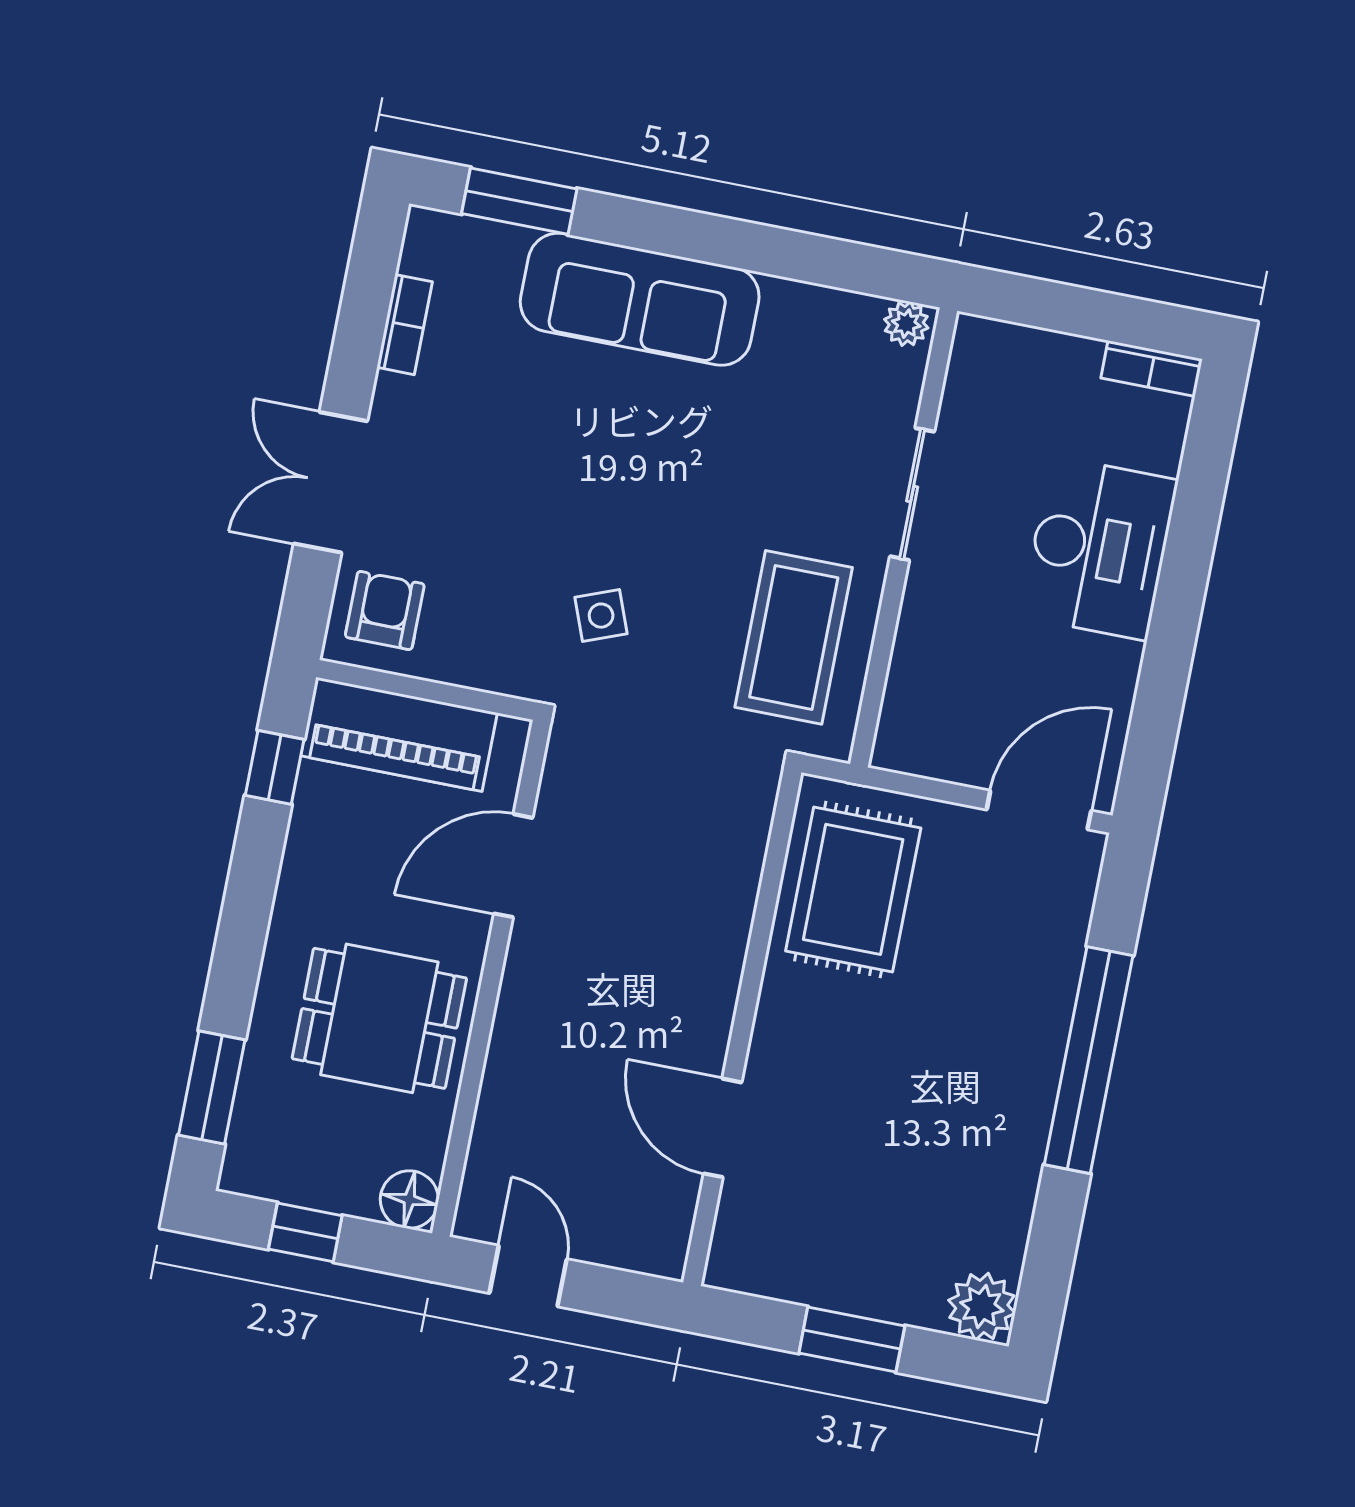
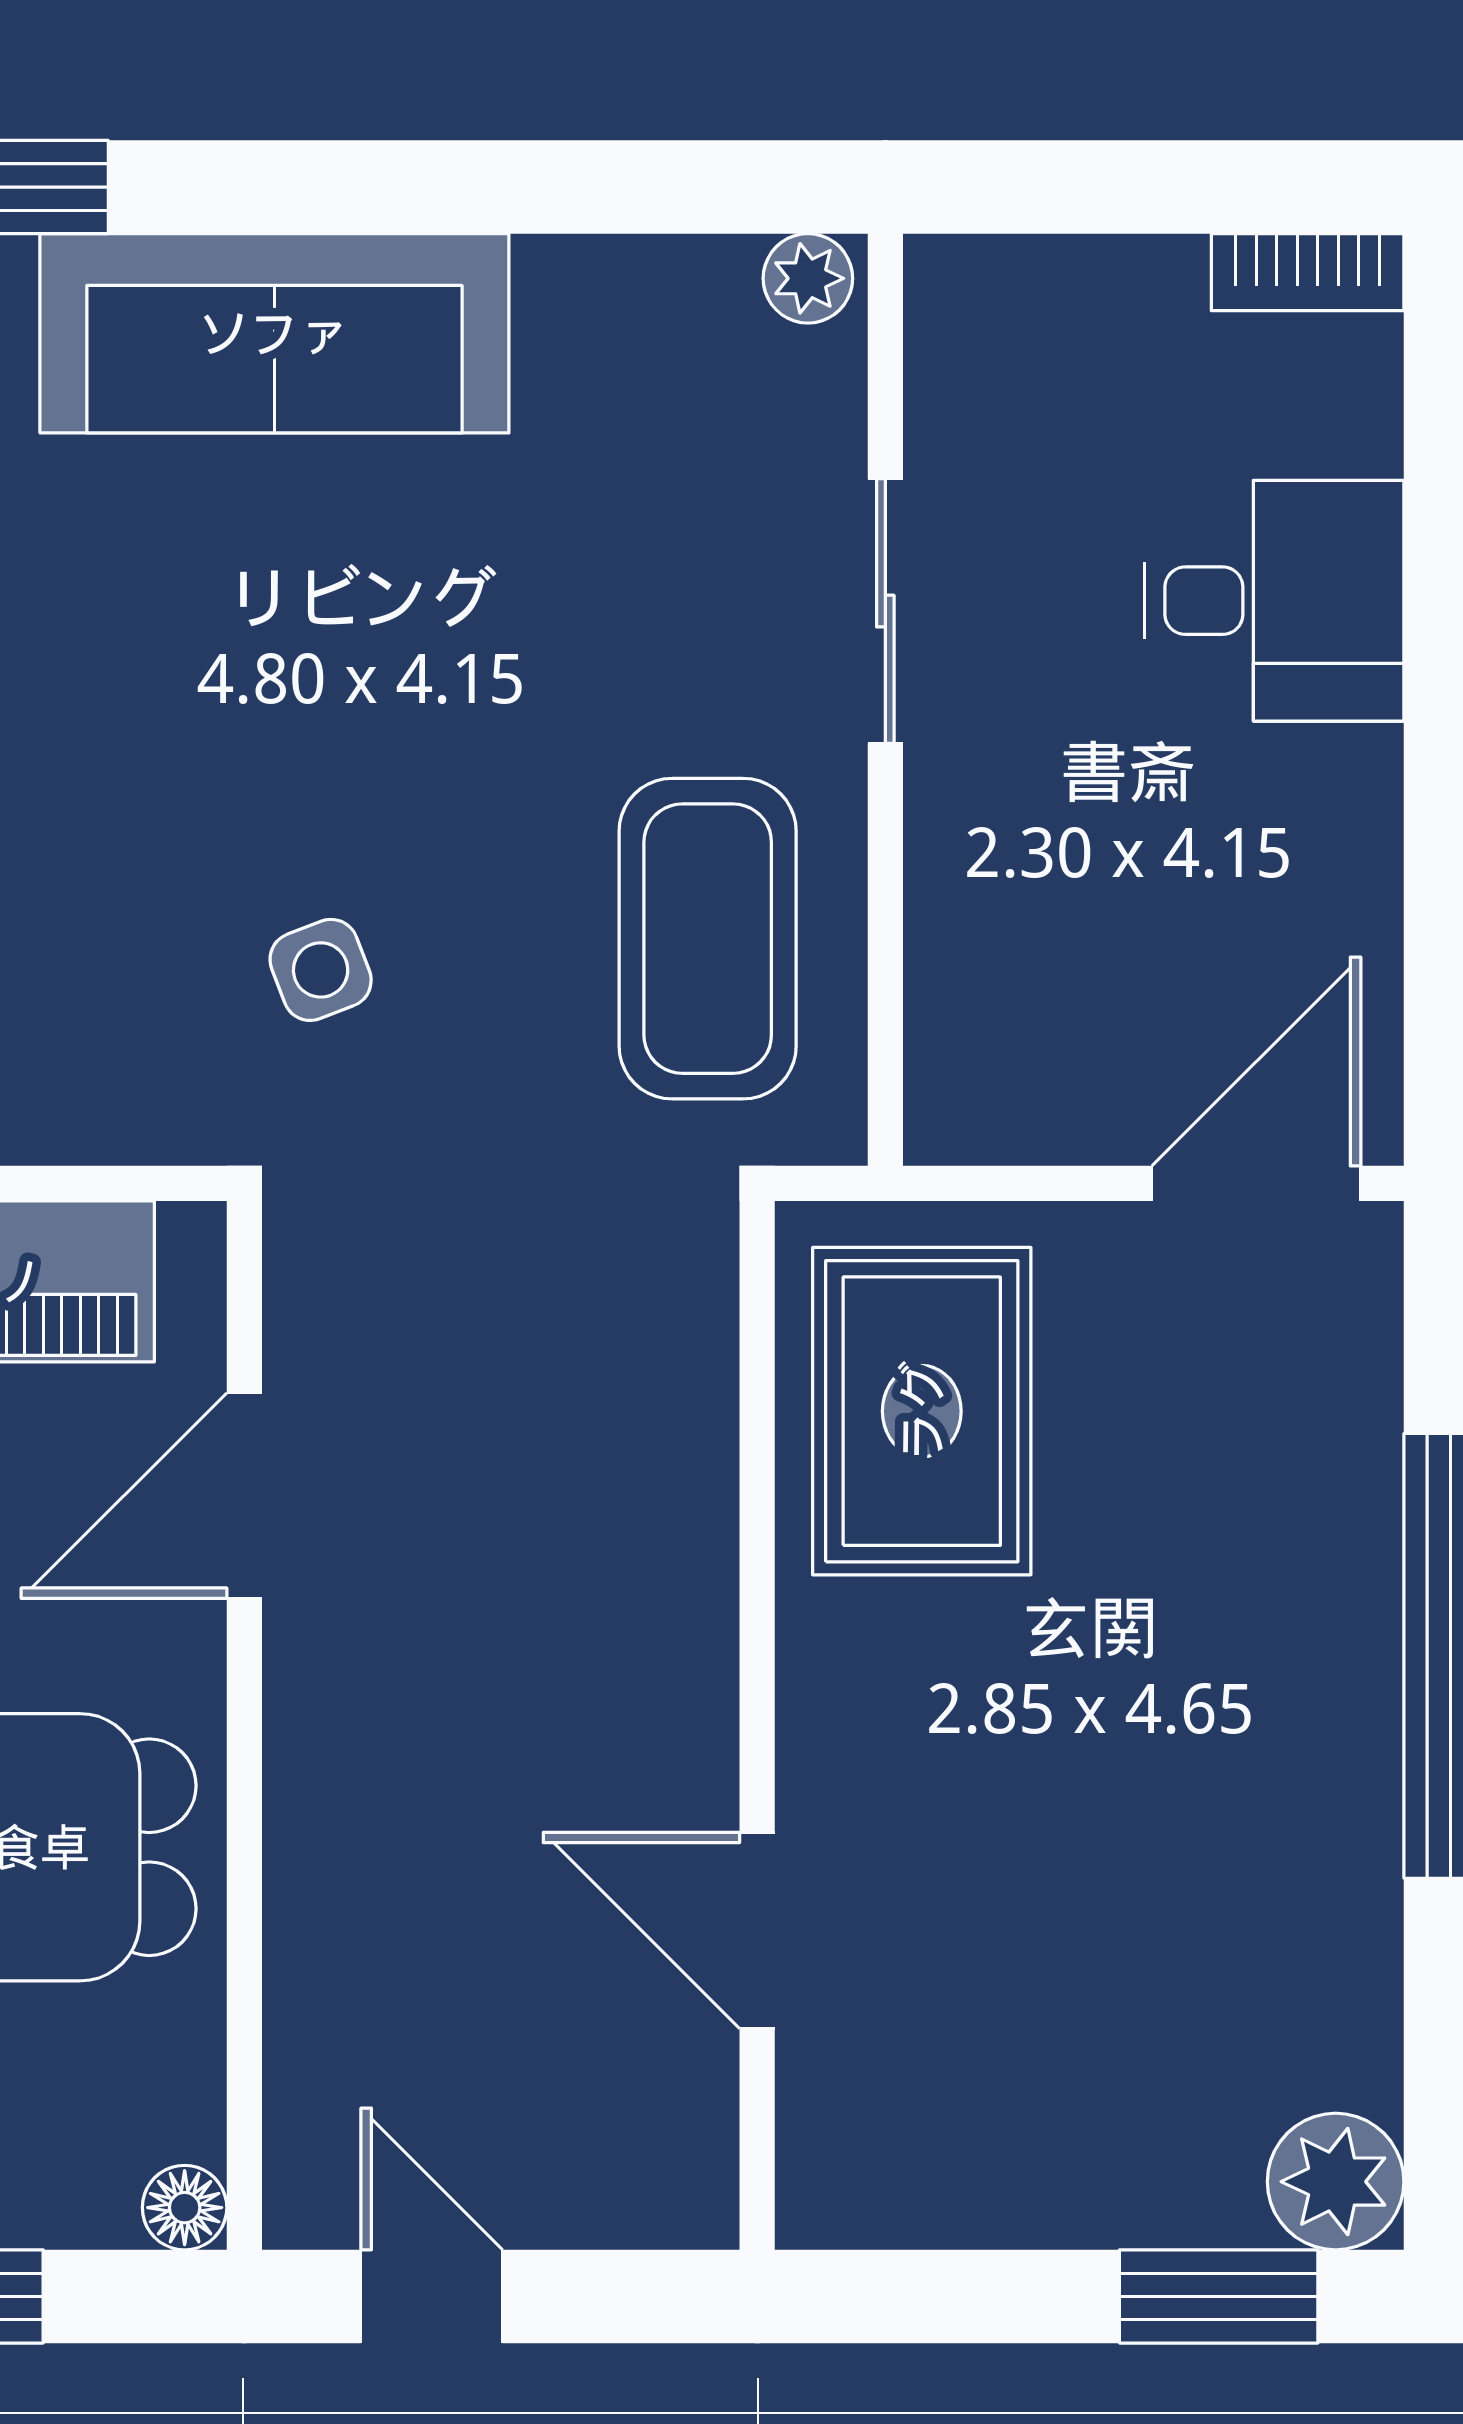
desk: (1099, 548) -> (1274, 601), width x0.73
floor lamp: (409, 1200) -> (185, 2208), width x0.73, depth x0.73
window: (852, 1340) -> (1219, 2296), moved

